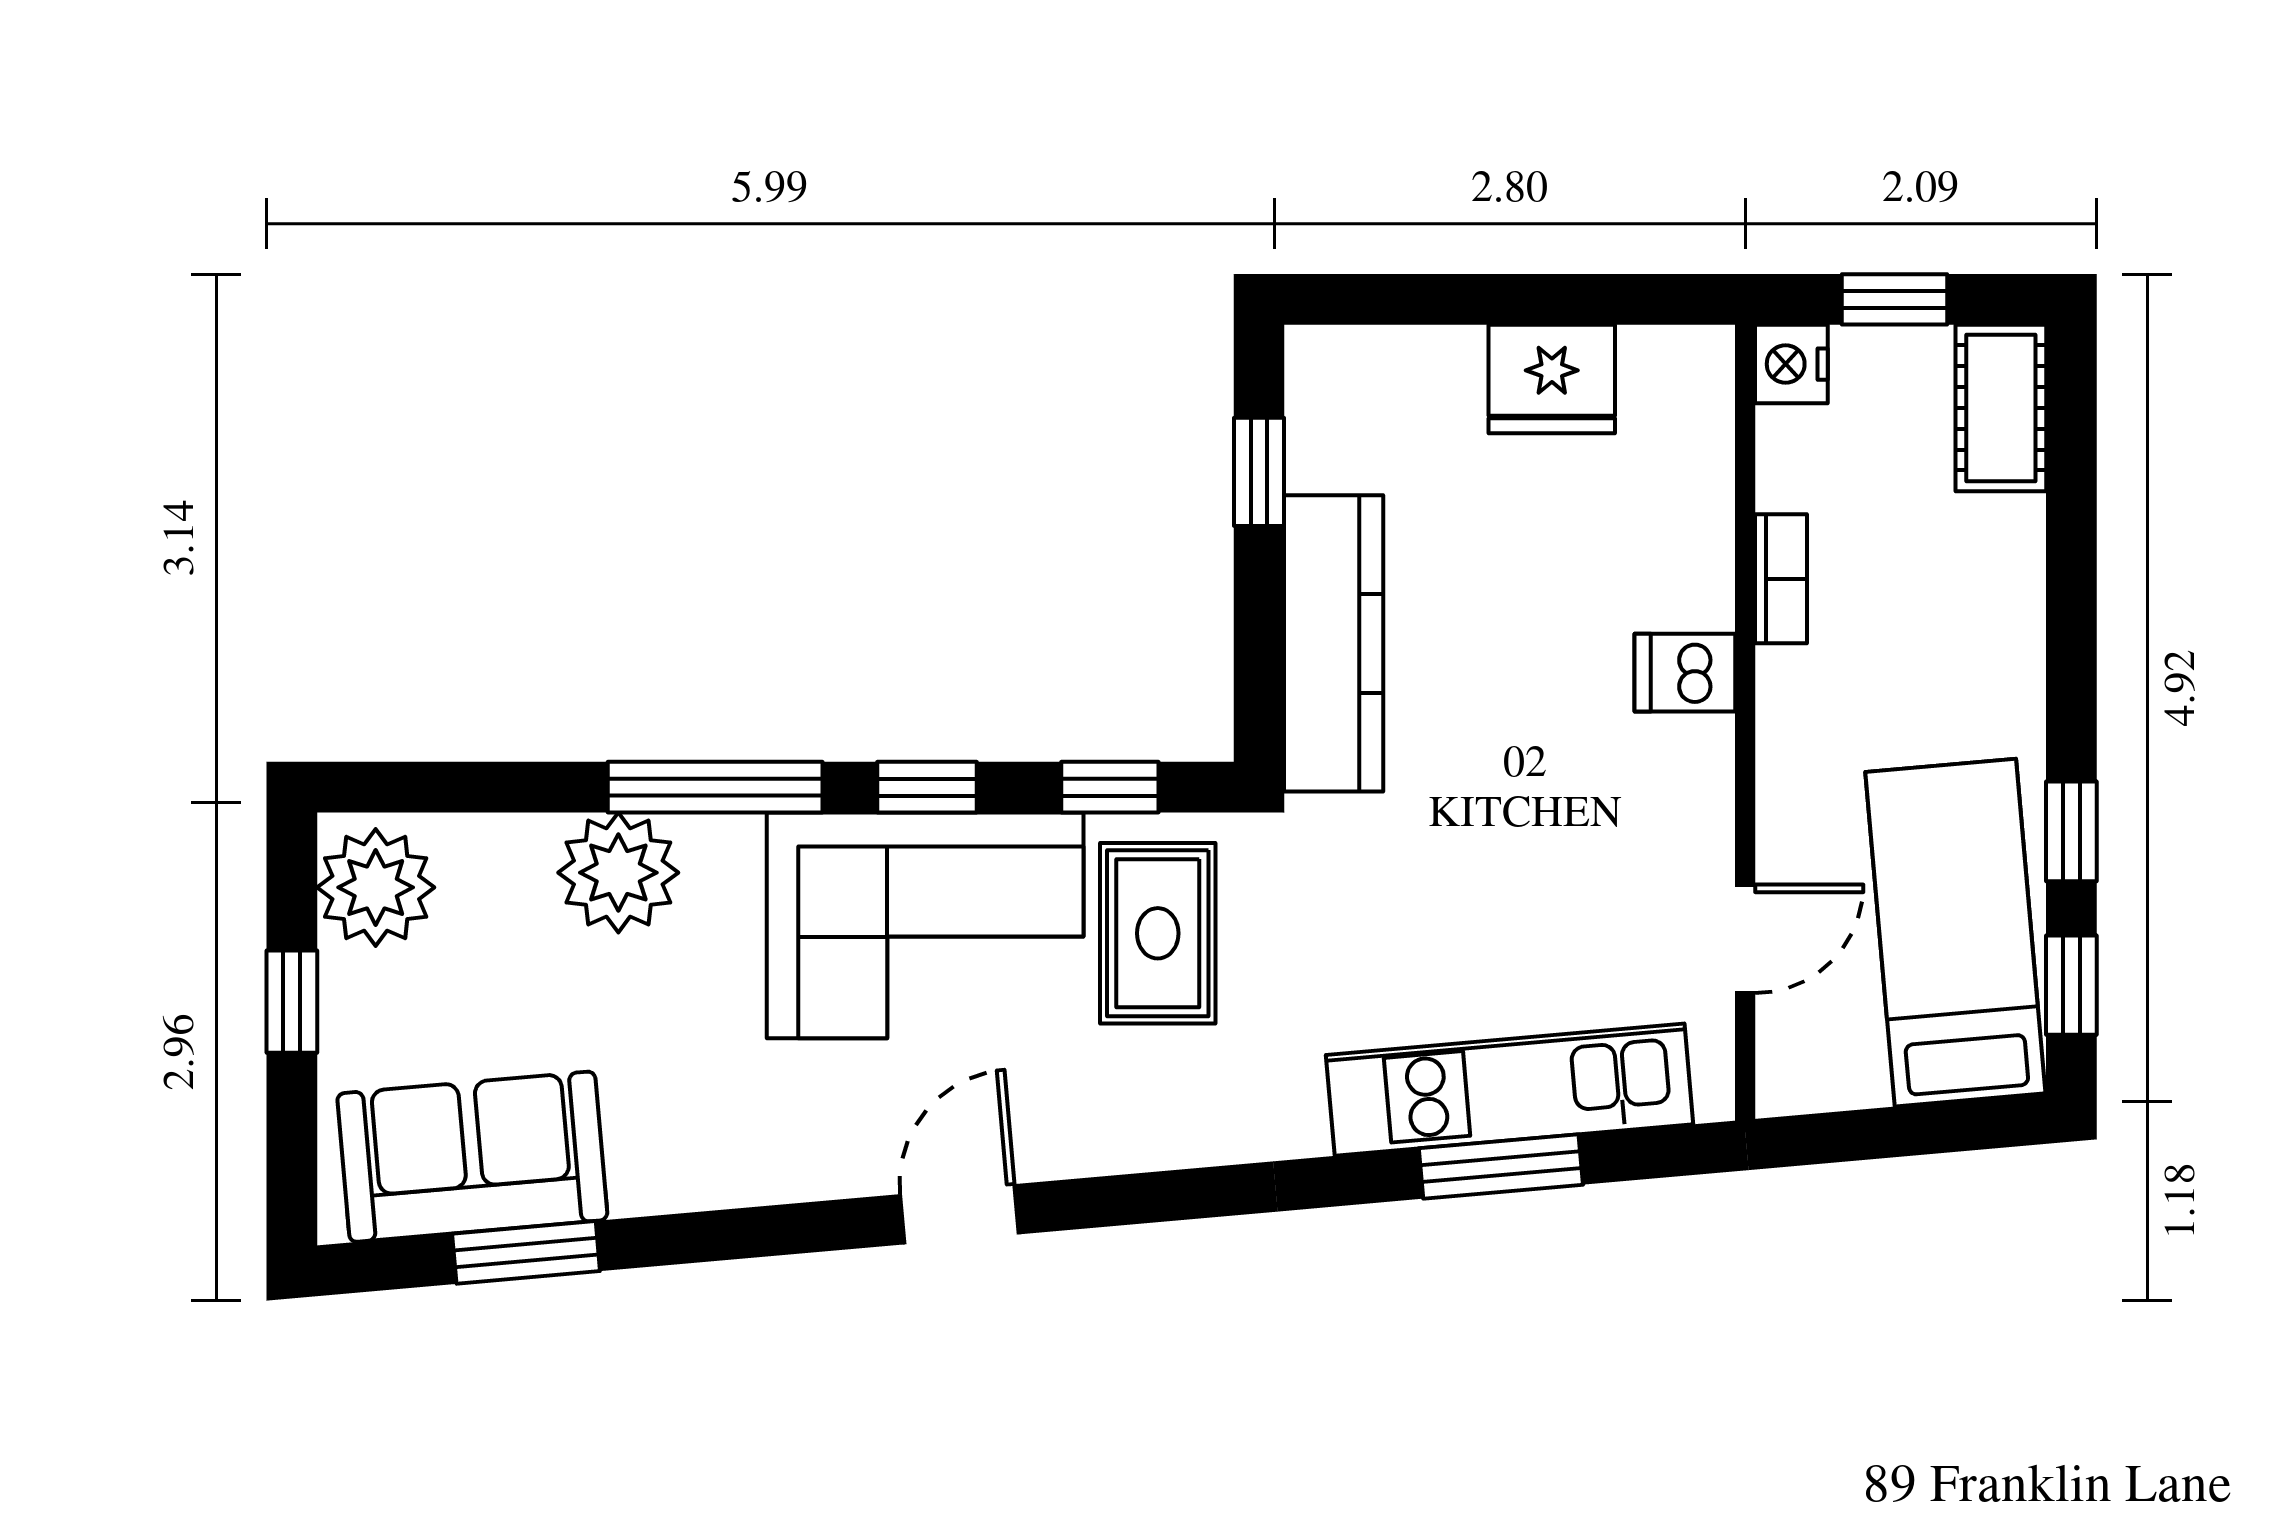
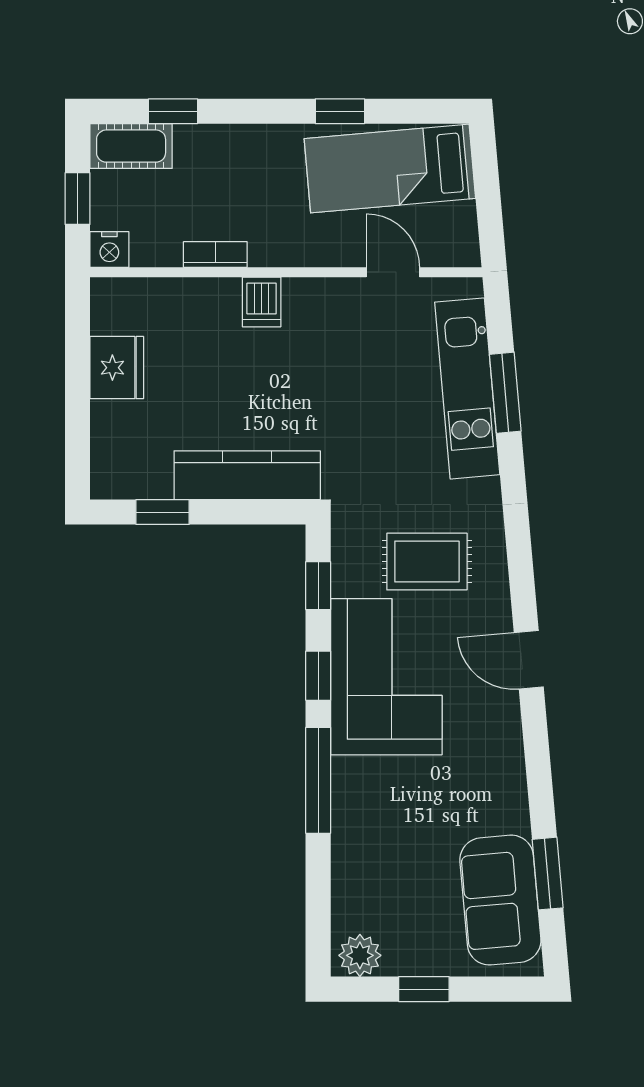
plant: (618, 873) -> (360, 828), removed
plant: (376, 887) -> (360, 955), width x0.73, depth x0.73
rug: (1158, 933) -> (427, 562), moved
window: (2071, 985) -> (173, 111), moved

